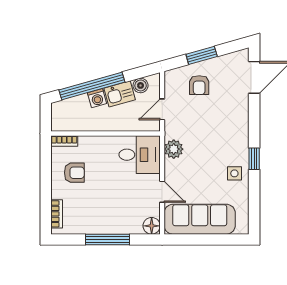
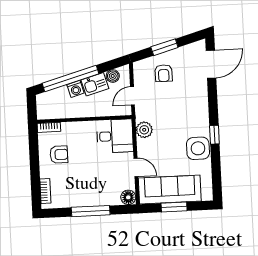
side table: (234, 173) -> (198, 148), width x1.87, depth x1.87
window: (204, 239) -> (174, 207), added

